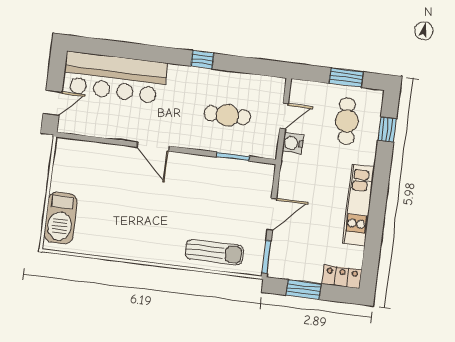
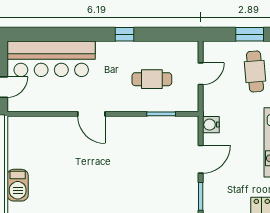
water cooler: (293, 143) -> (211, 125), moved
barbecue: (61, 218) -> (18, 185), width x0.73, depth x0.83
sun lounger: (214, 252) -> (155, 198), removed

